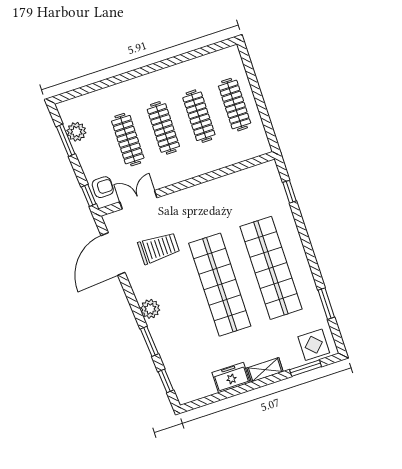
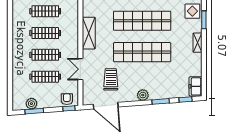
shelving: (222, 187) -> (89, 33), added
double door: (138, 200) -> (80, 69), moved
freezer: (231, 377) -> (195, 86), moved

